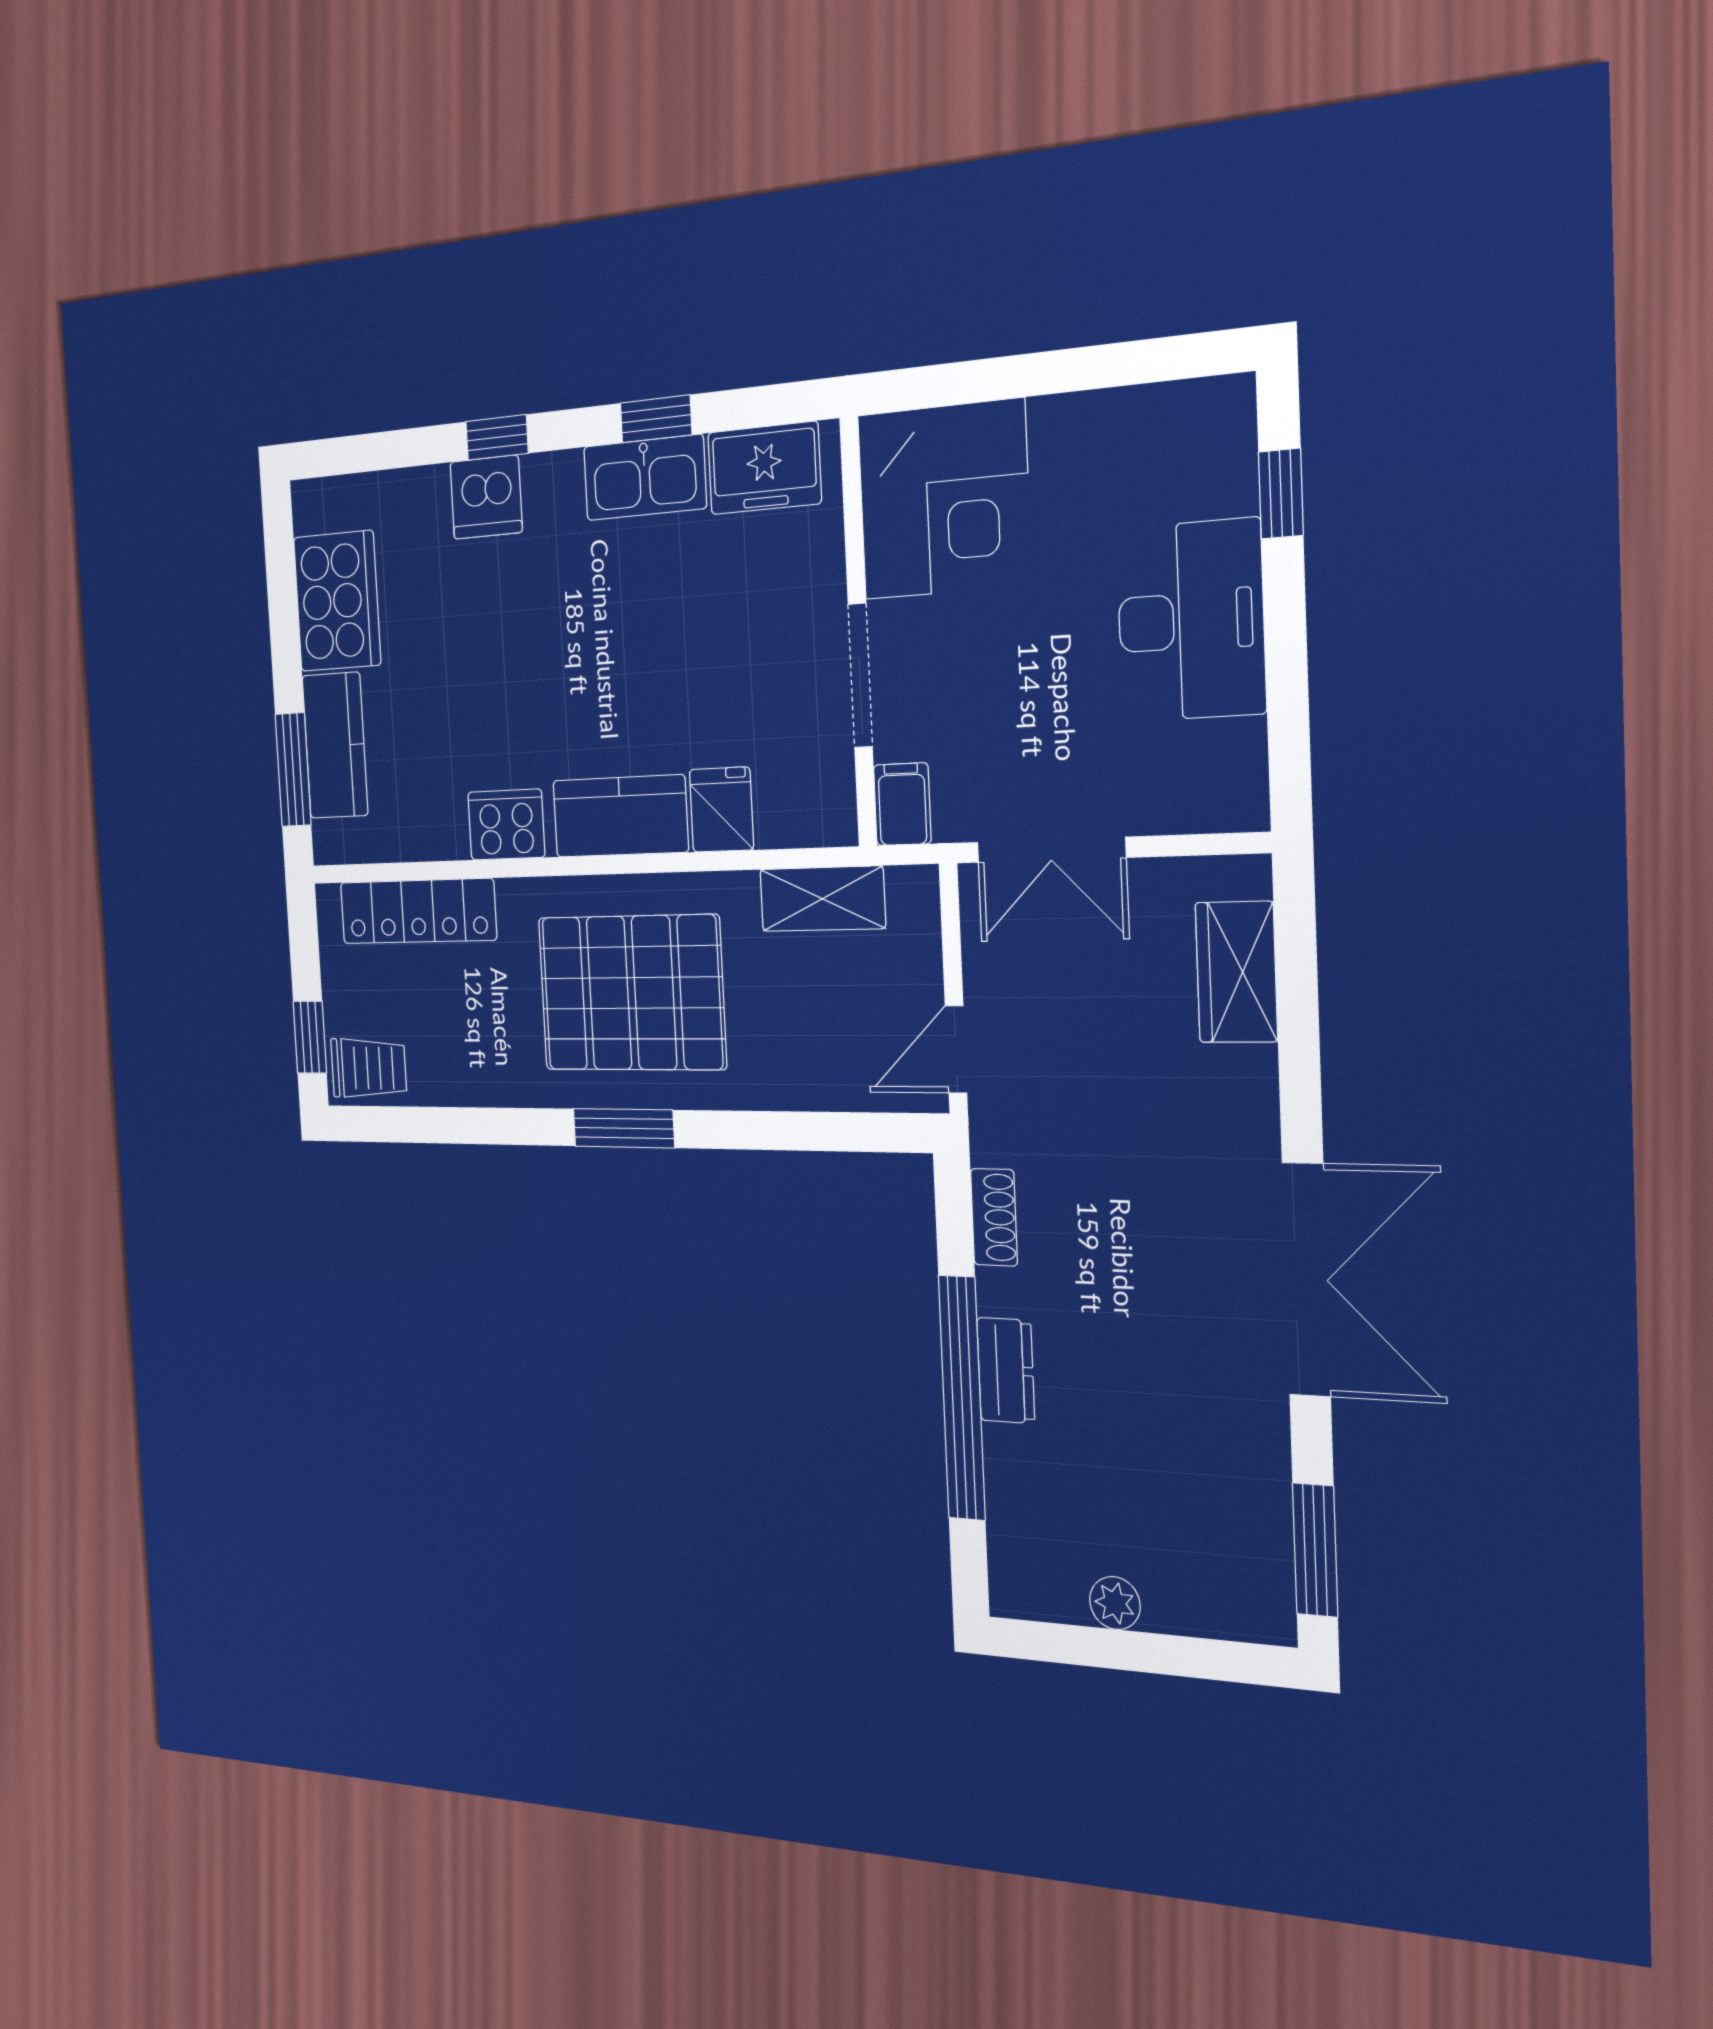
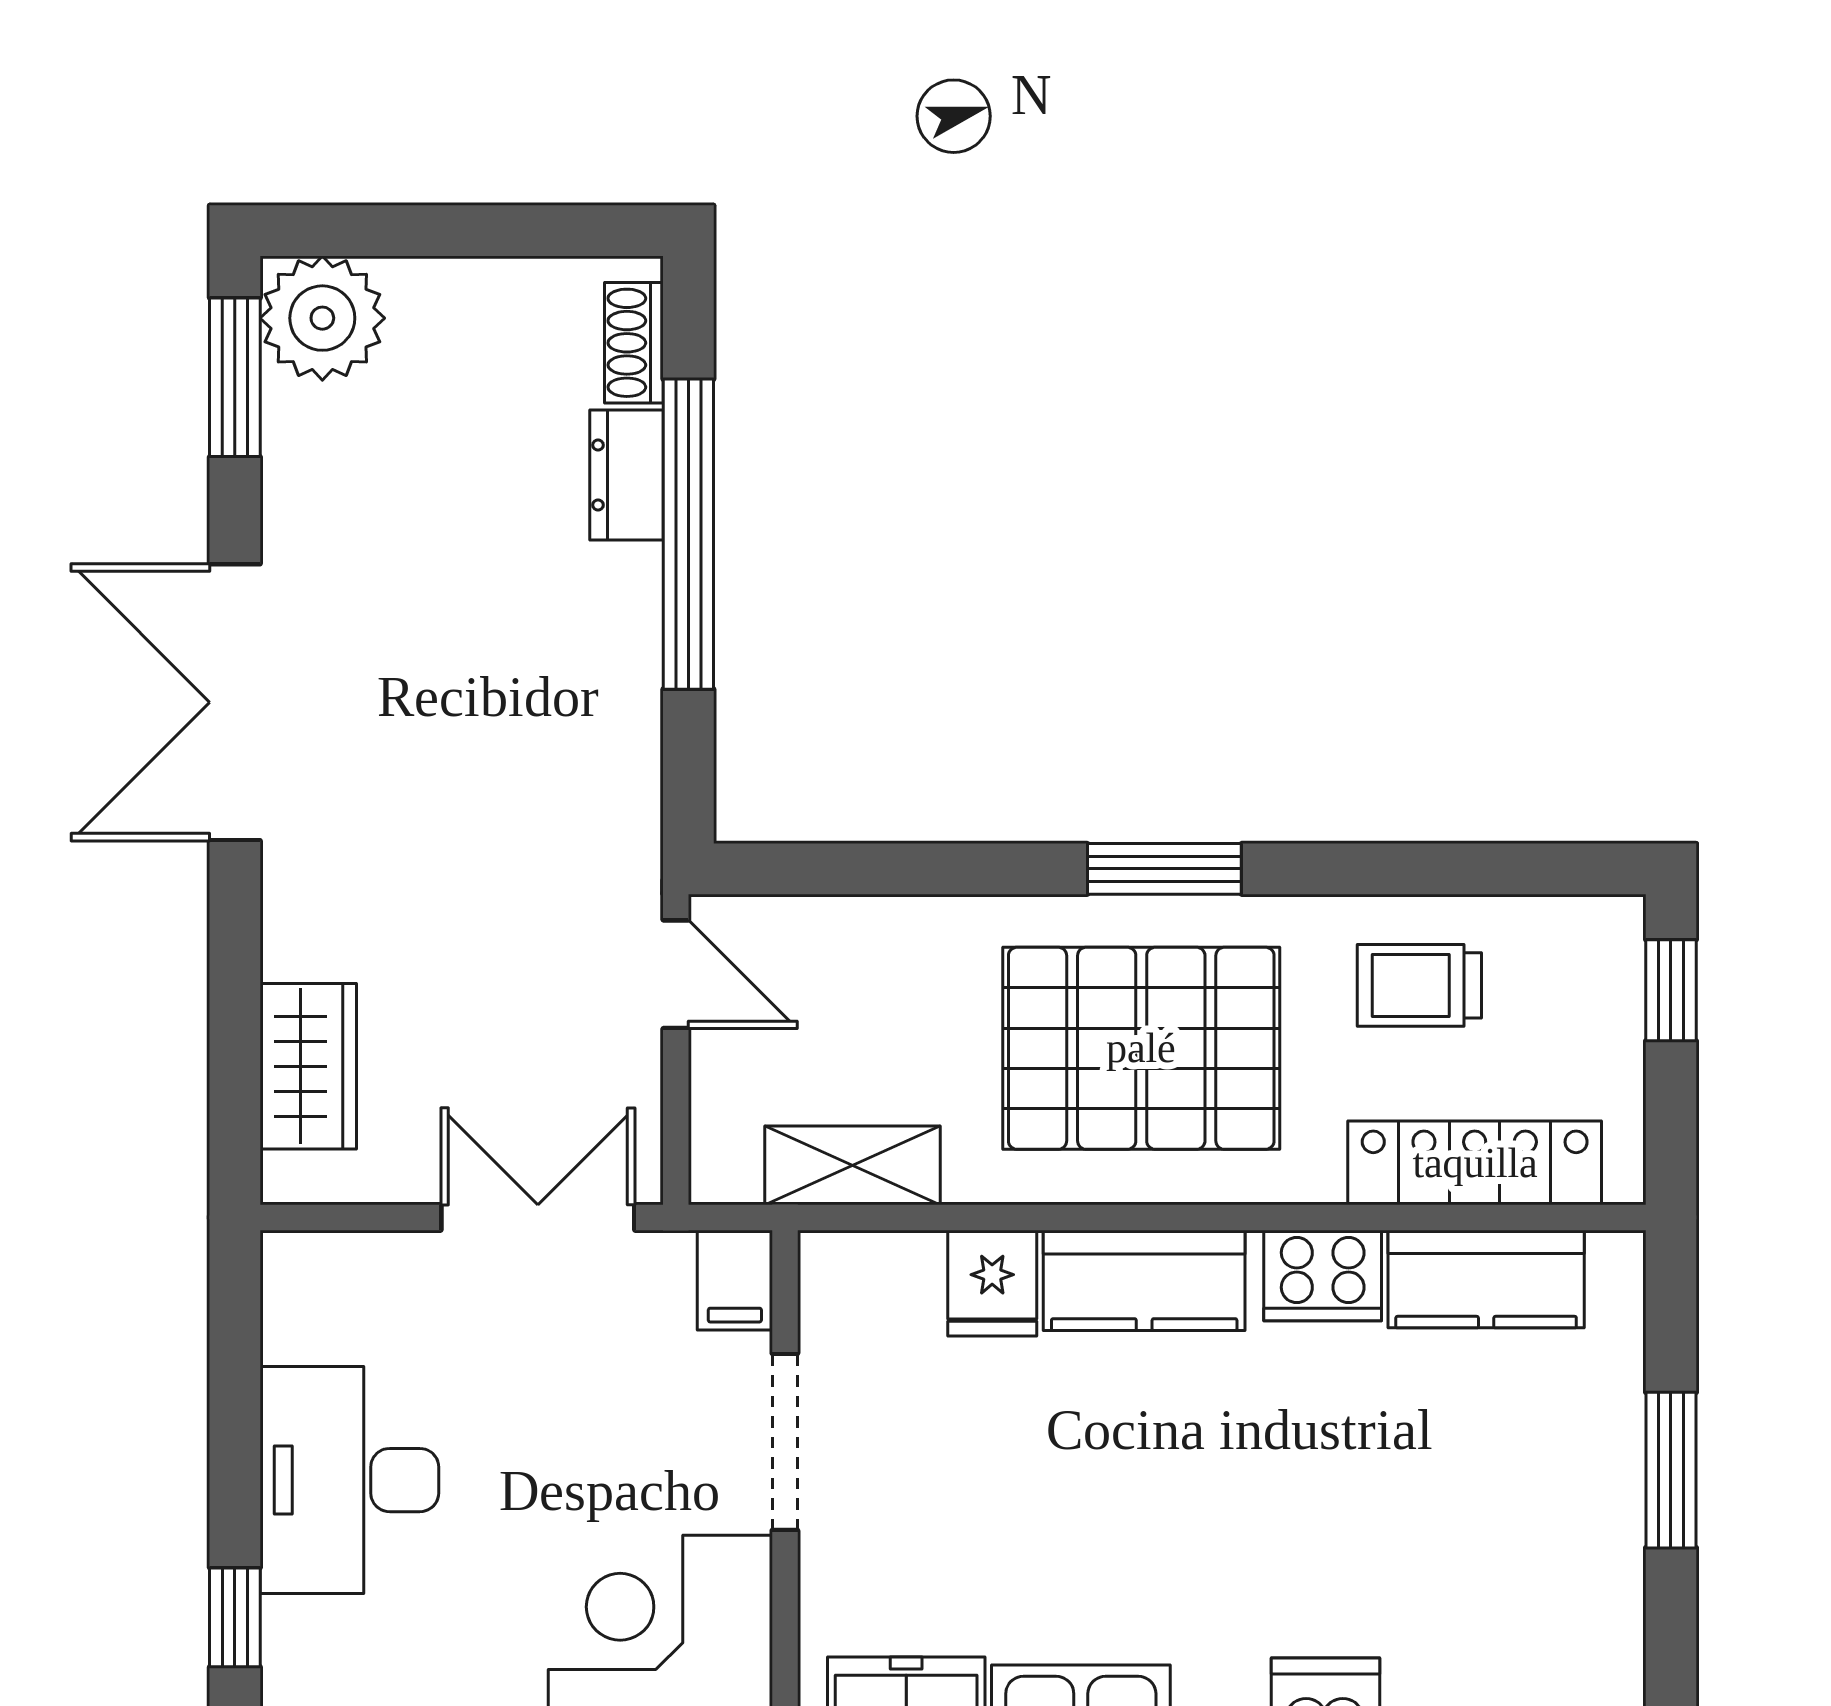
cooker: (337, 601) -> (1578, 1590), removed
kitchen counter: (335, 745) -> (1486, 1279), moved, turned -90
window: (293, 770) -> (1671, 1470), moved
door: (956, 1049) -> (676, 974), hinge flipped
trolley: (369, 1068) -> (1419, 985), moved
shoe rack: (994, 1217) -> (634, 343), moved
dresser: (1006, 1370) -> (627, 475), moved
plant: (1115, 1603) -> (322, 318), moved, width x1.88, depth x1.88

